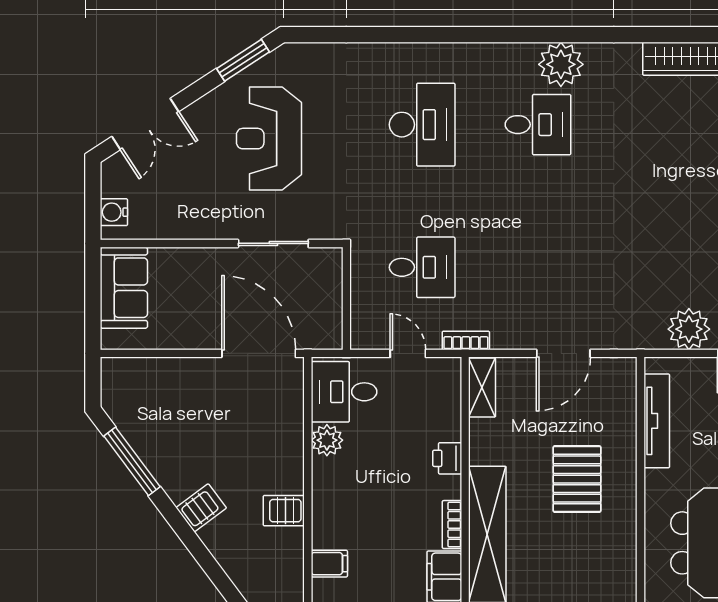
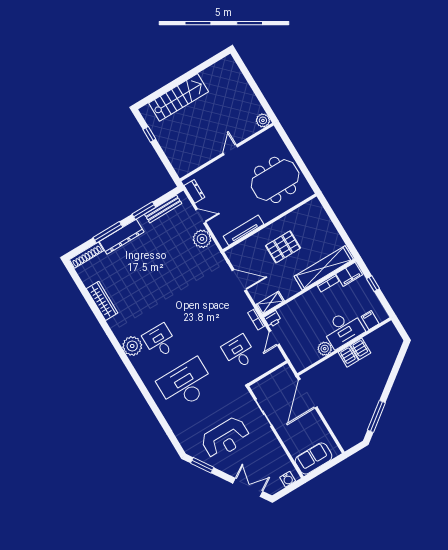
desk: (422, 125) -> (186, 384), width x1.36, depth x1.30
desk: (344, 392) -> (343, 329), moved, width x1.37
printer: (447, 458) -> (273, 319), moved
server rack: (201, 508) -> (348, 356), moved, turned -143

